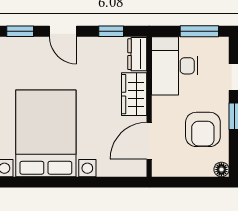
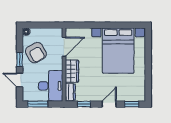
door: (63, 31) -> (109, 104), hinge flipped
armchair: (203, 129) -> (36, 53), turned 151

